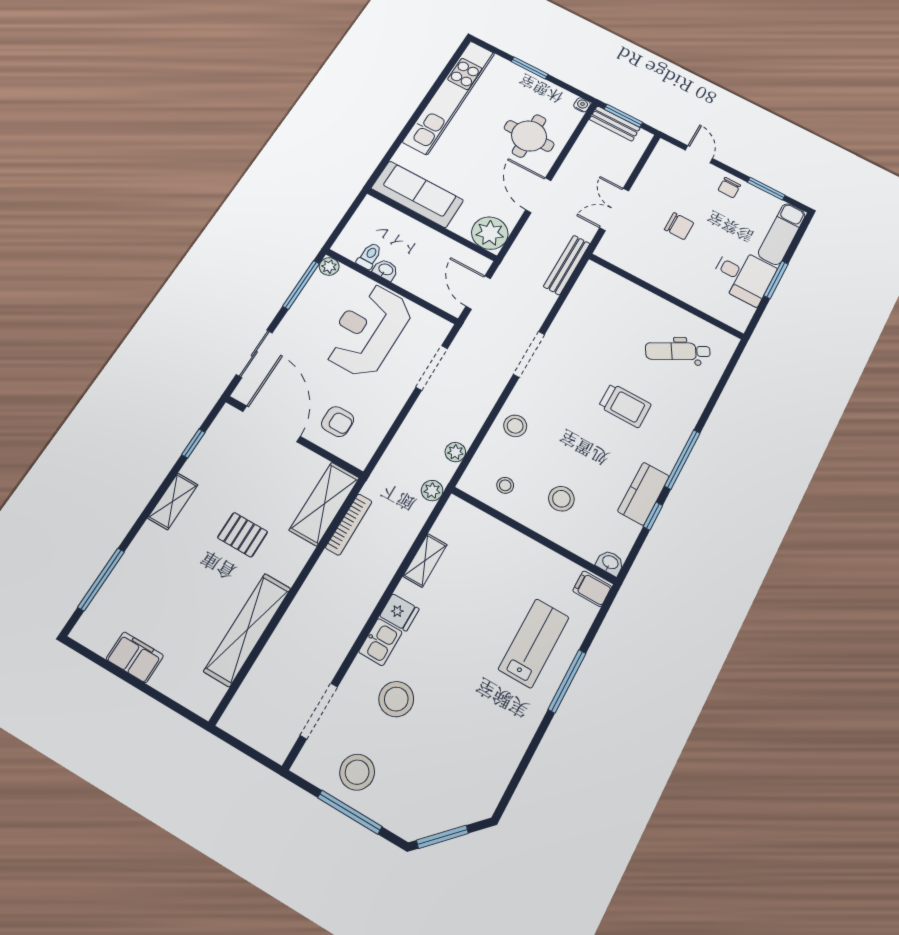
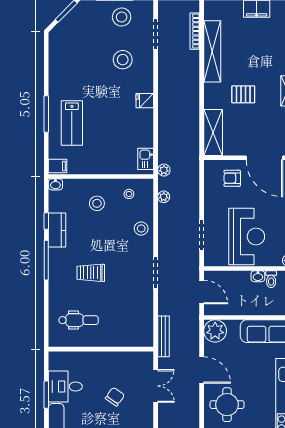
chair: (679, 226) -> (115, 397), turned 125
dental chair: (678, 351) -> (78, 320), turned 30
bookcase: (349, 524) -> (195, 31), moved
shelving: (425, 560) -> (147, 133), removed
kitchen sink: (380, 642) -> (146, 159), moved

